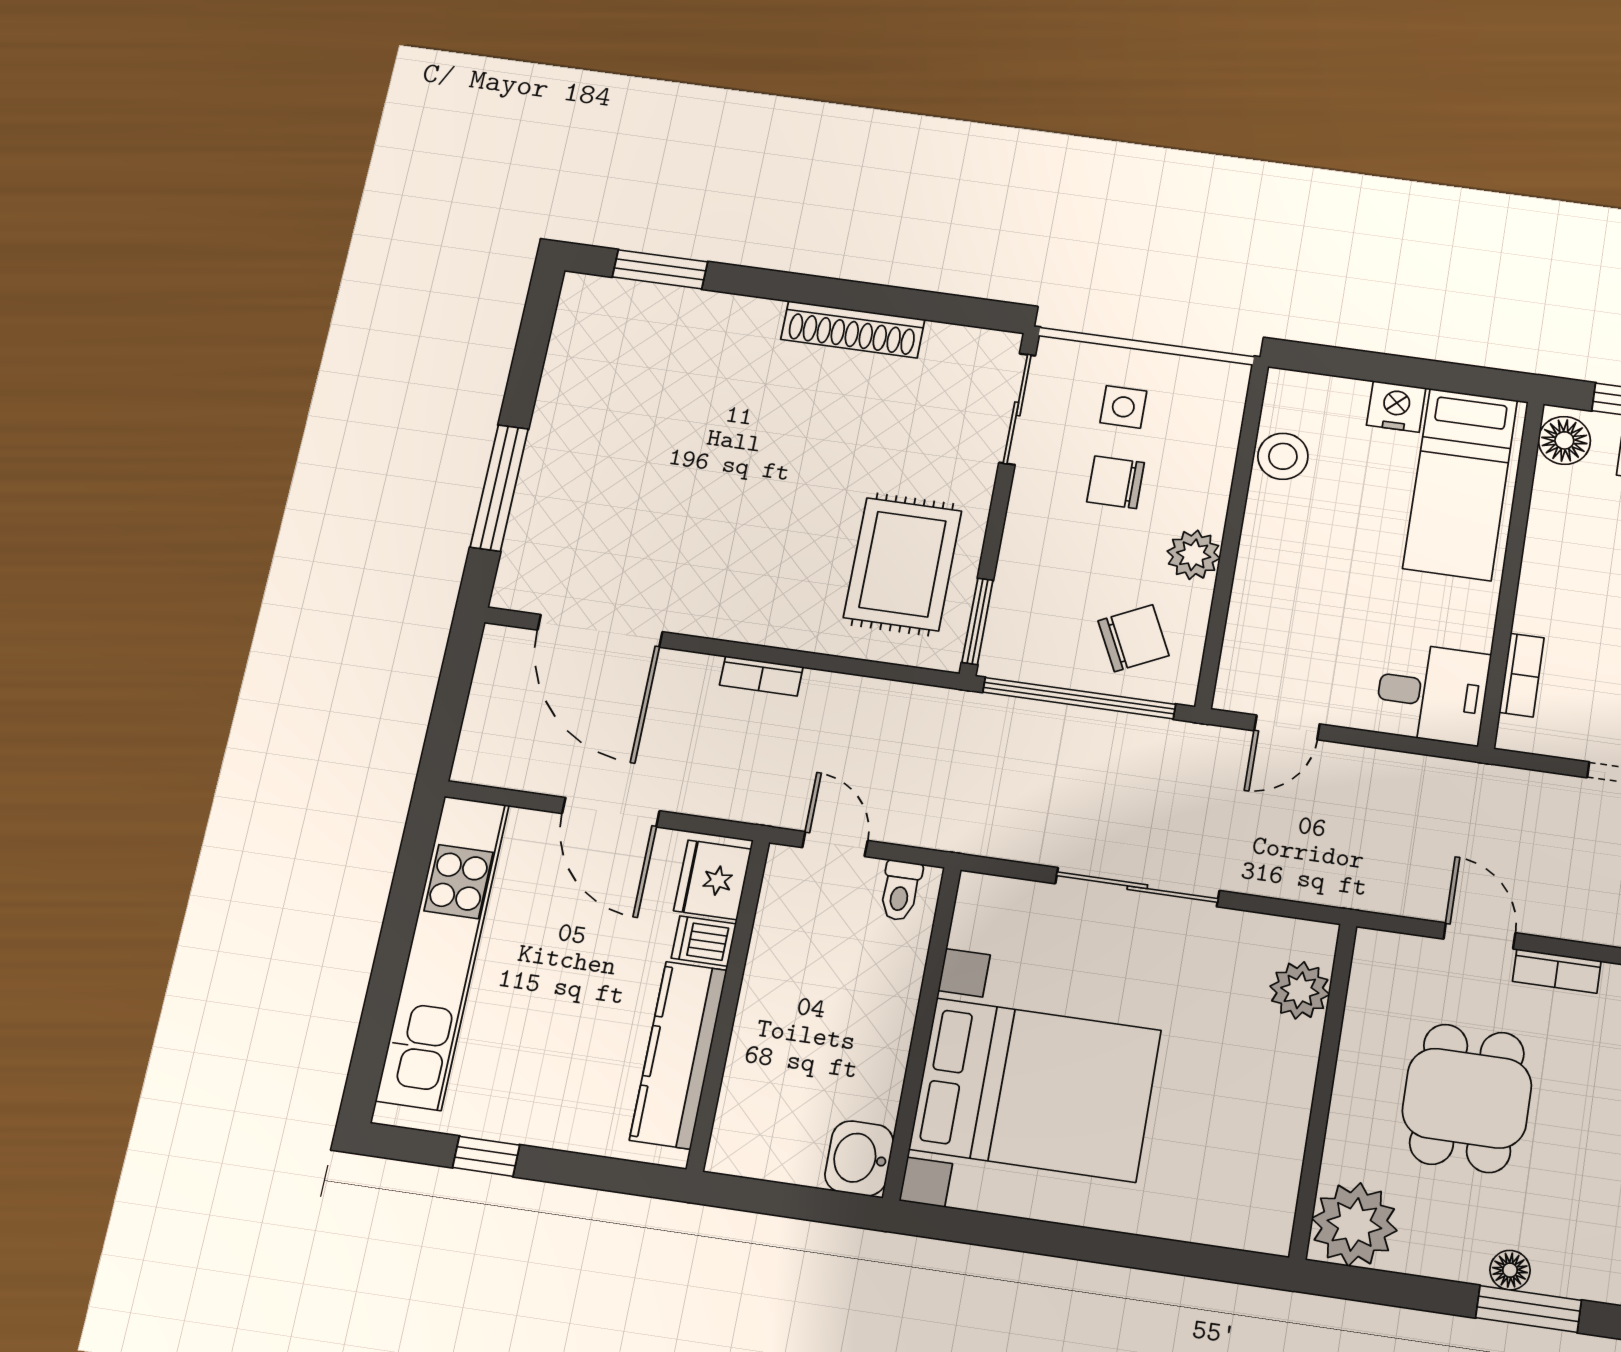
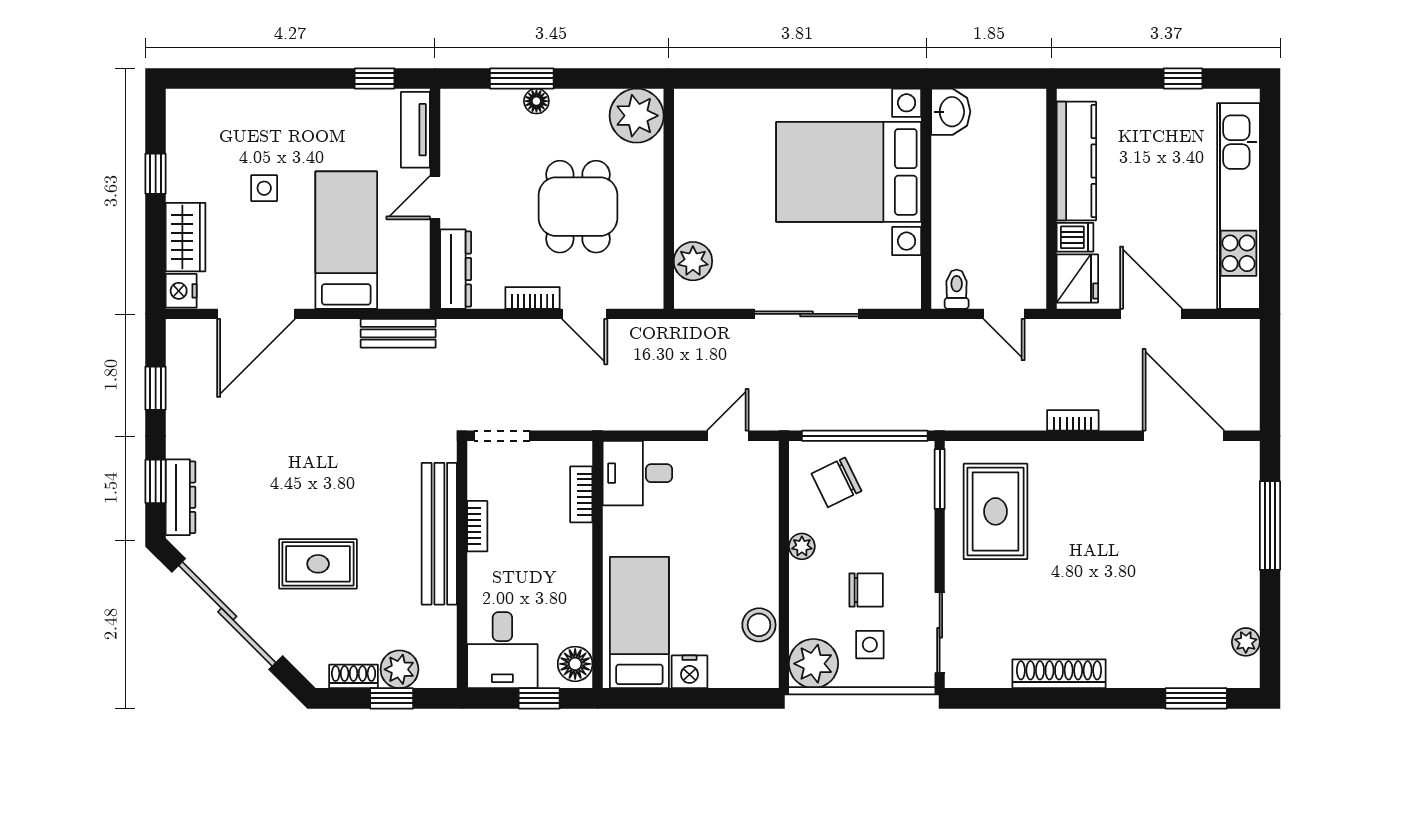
plant: (571, 335) -> (1246, 642), added
plant: (1211, 393) -> (814, 664), added
plant: (1194, 555) -> (802, 546), width x0.73, depth x0.73

